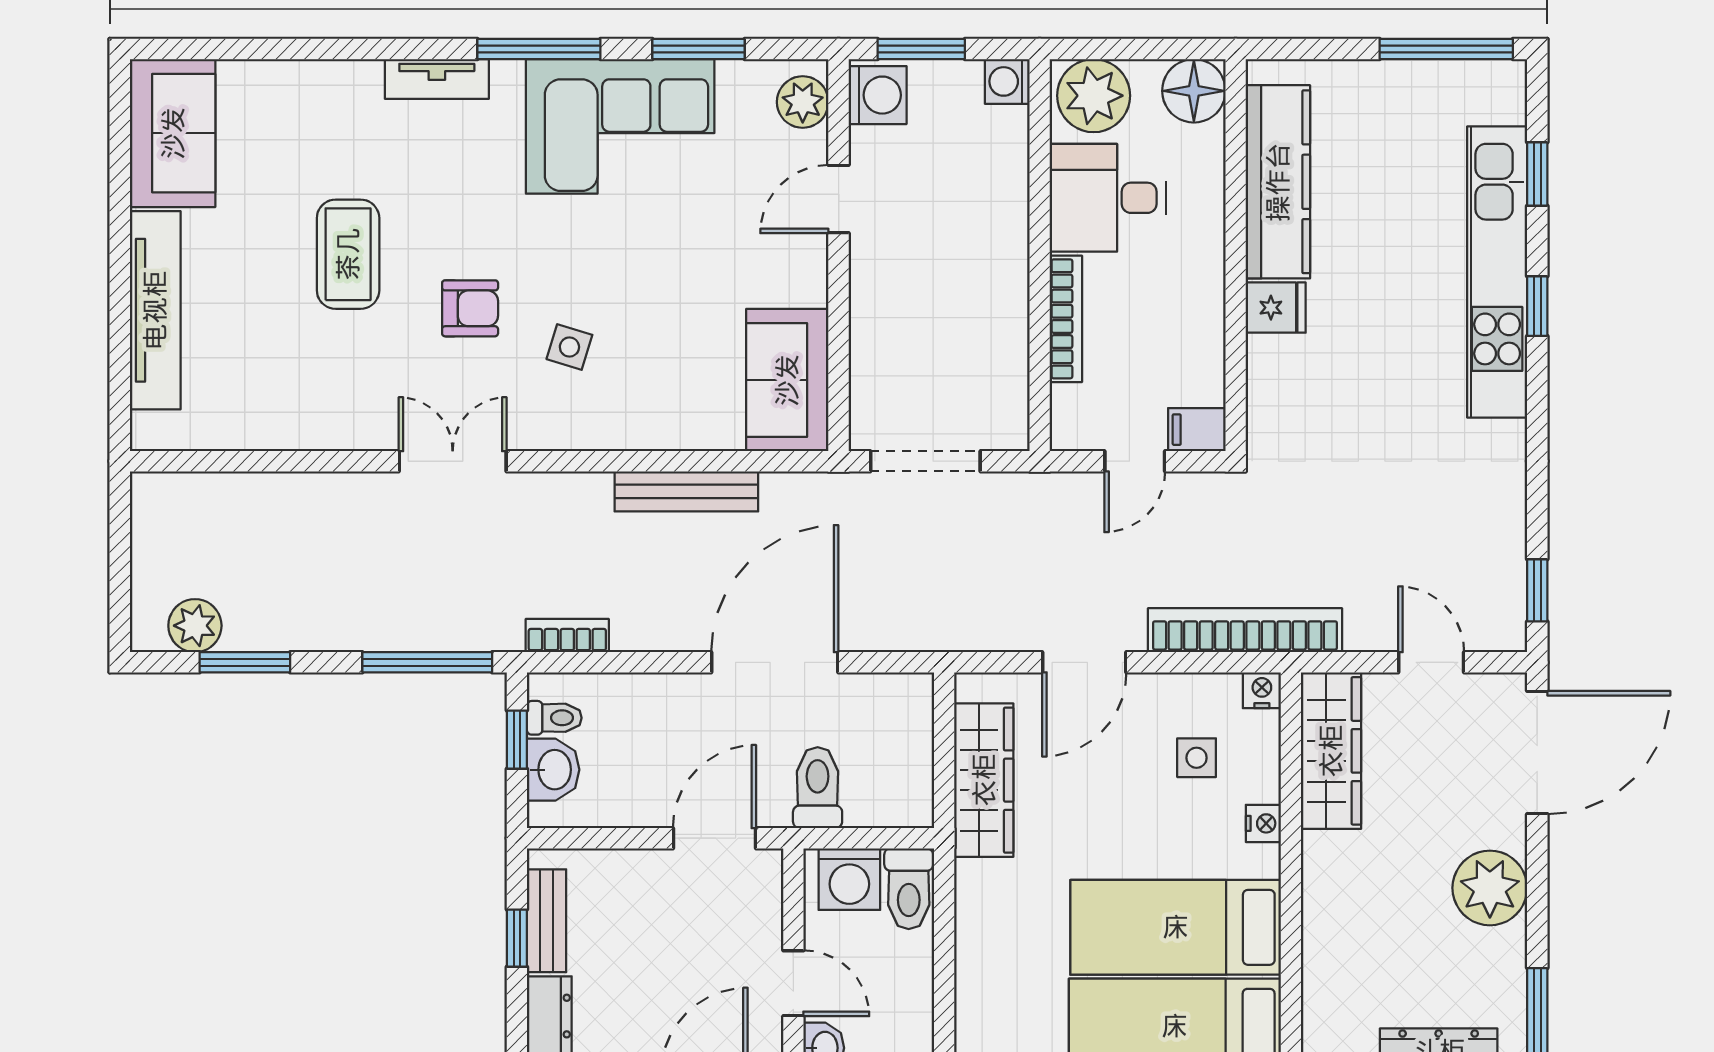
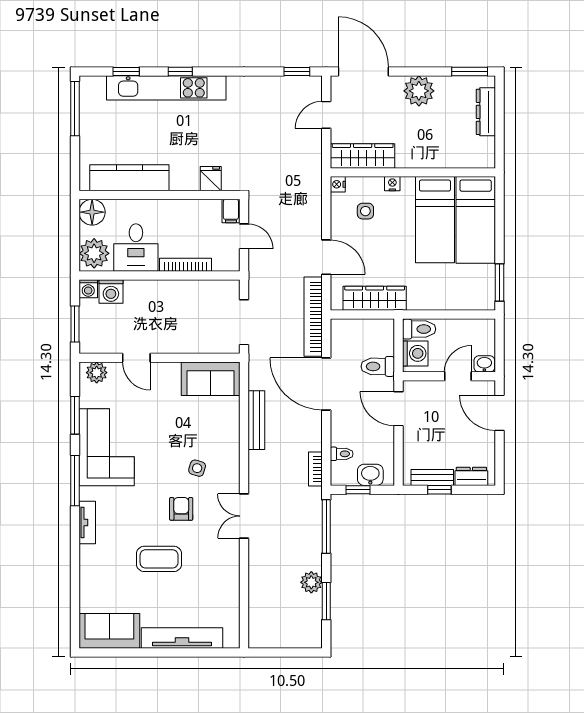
washing machine: (878, 95) -> (111, 291), moved, turned 180
fridge: (1276, 308) -> (211, 179), moved
plant: (195, 626) -> (311, 582), moved
bookcase: (1245, 630) -> (313, 317), moved
toilet: (554, 718) -> (342, 454), moved, turned 90

